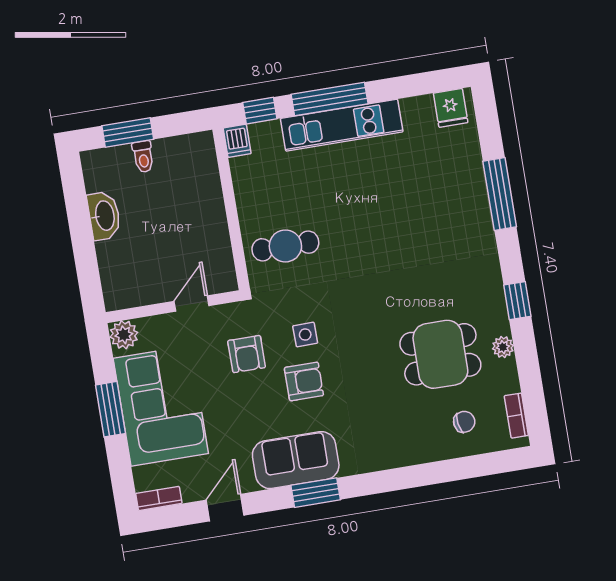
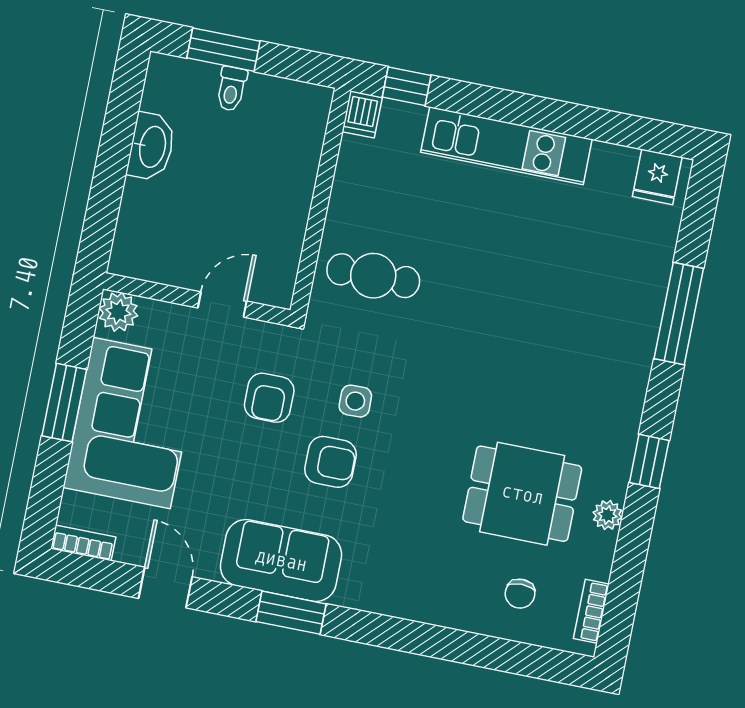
window: (330, 99) -> (504, 106), removed
chair: (464, 422) -> (520, 594), turned 99
door: (225, 508) -> (165, 588), hinge flipped

